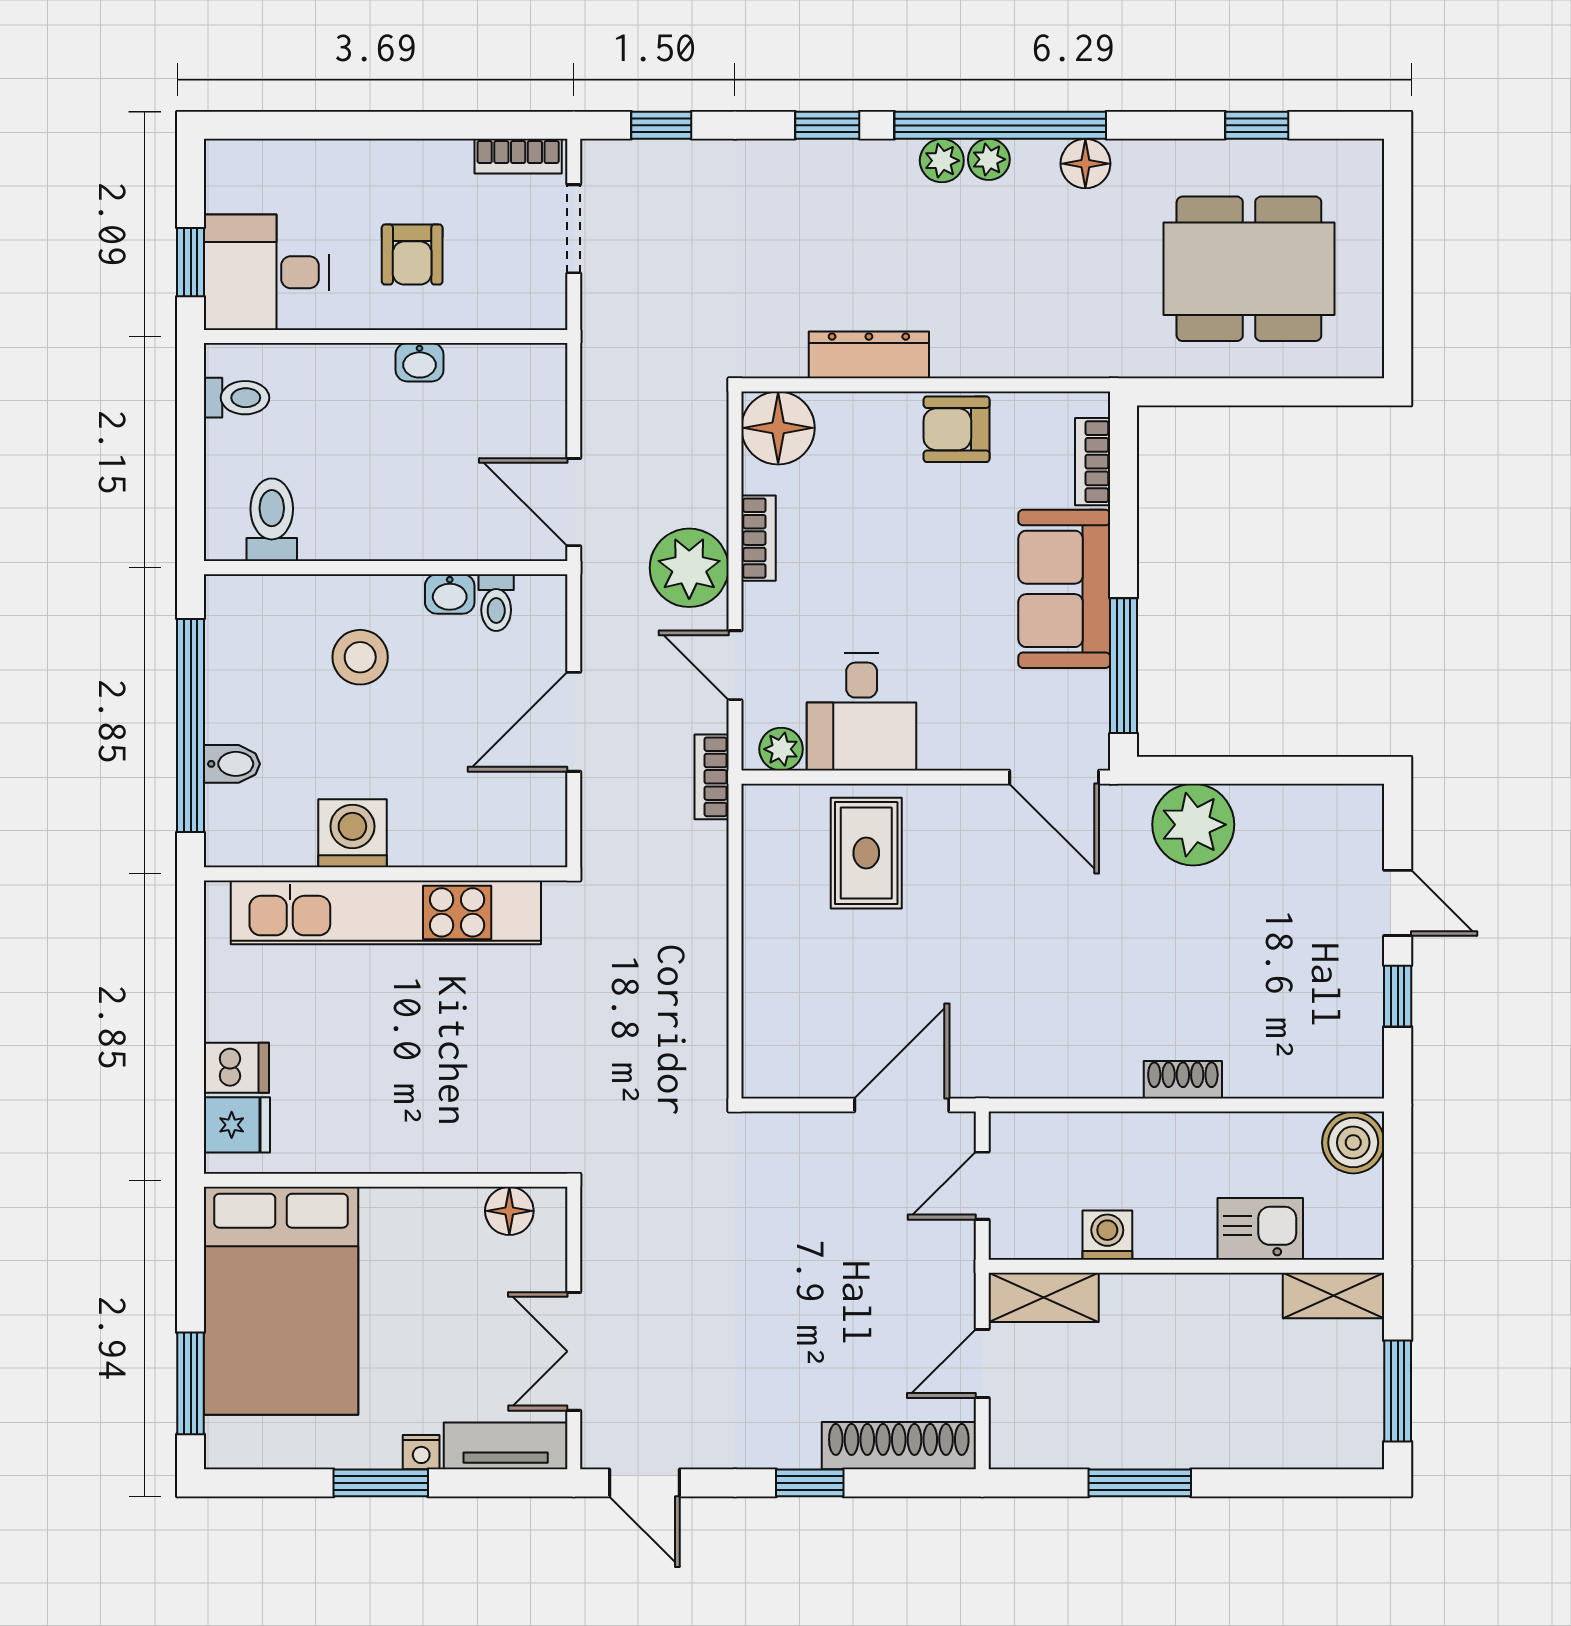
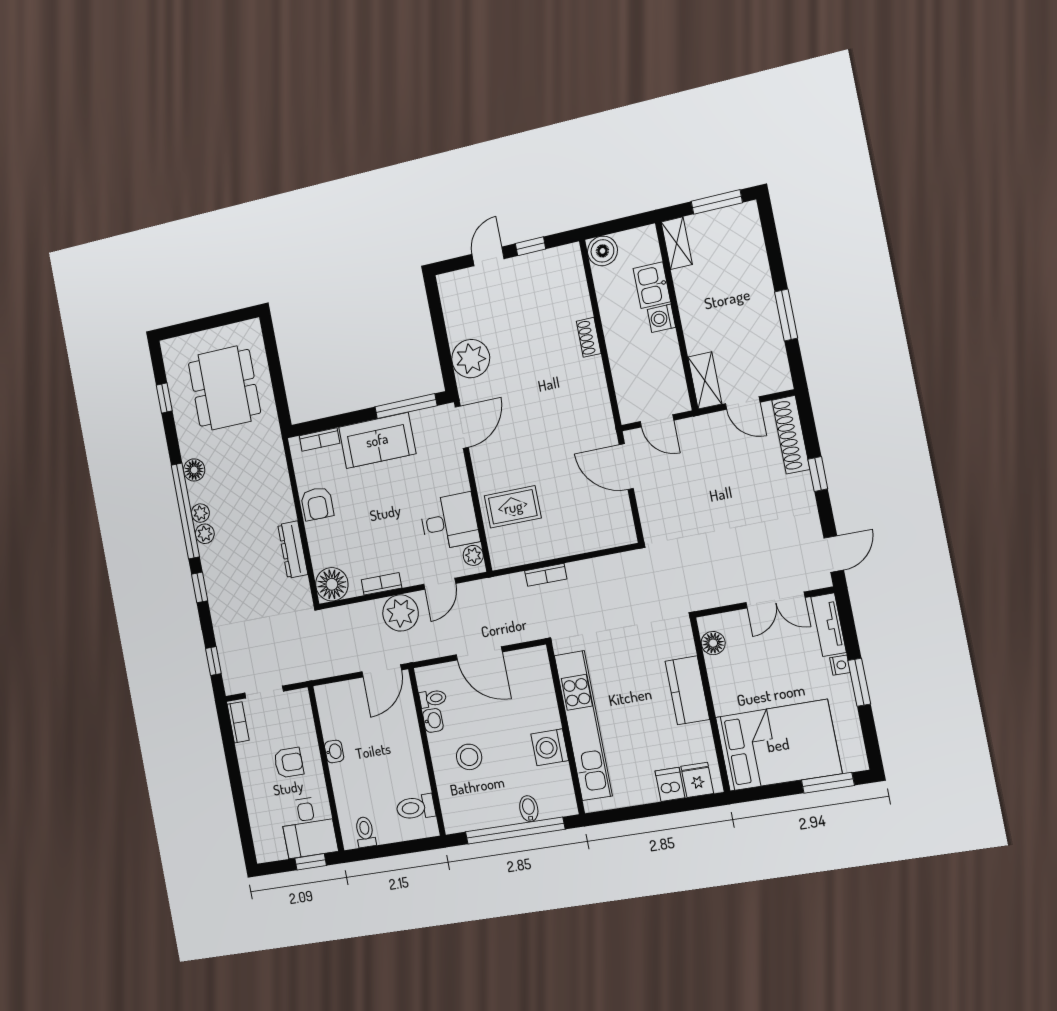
bookcase: (712, 777) -> (546, 575), moved
kitchen counter: (422, 1140) -> (687, 690), added
washing machine: (1107, 1235) -> (661, 318), moved

